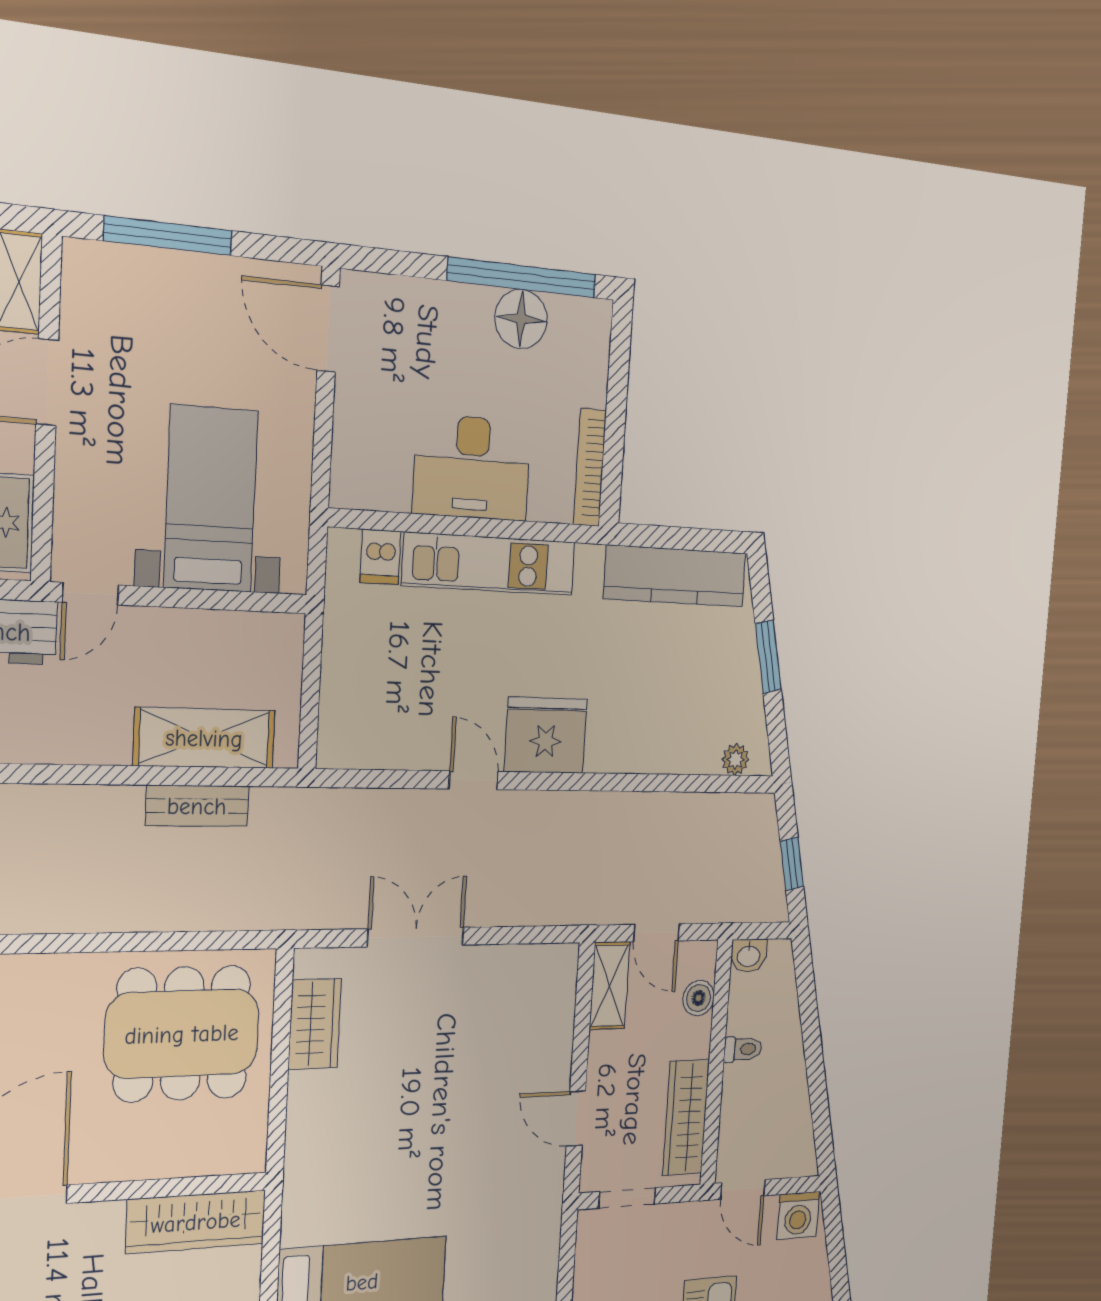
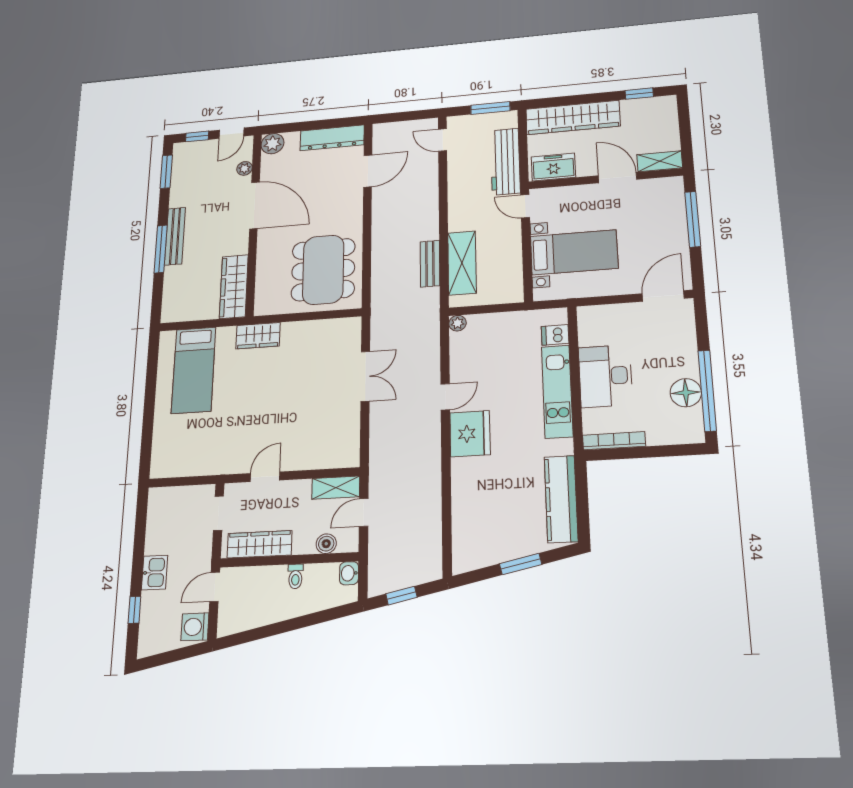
plant: (735, 760) -> (458, 323), moved
wardrobe: (315, 1024) -> (258, 336), moved

